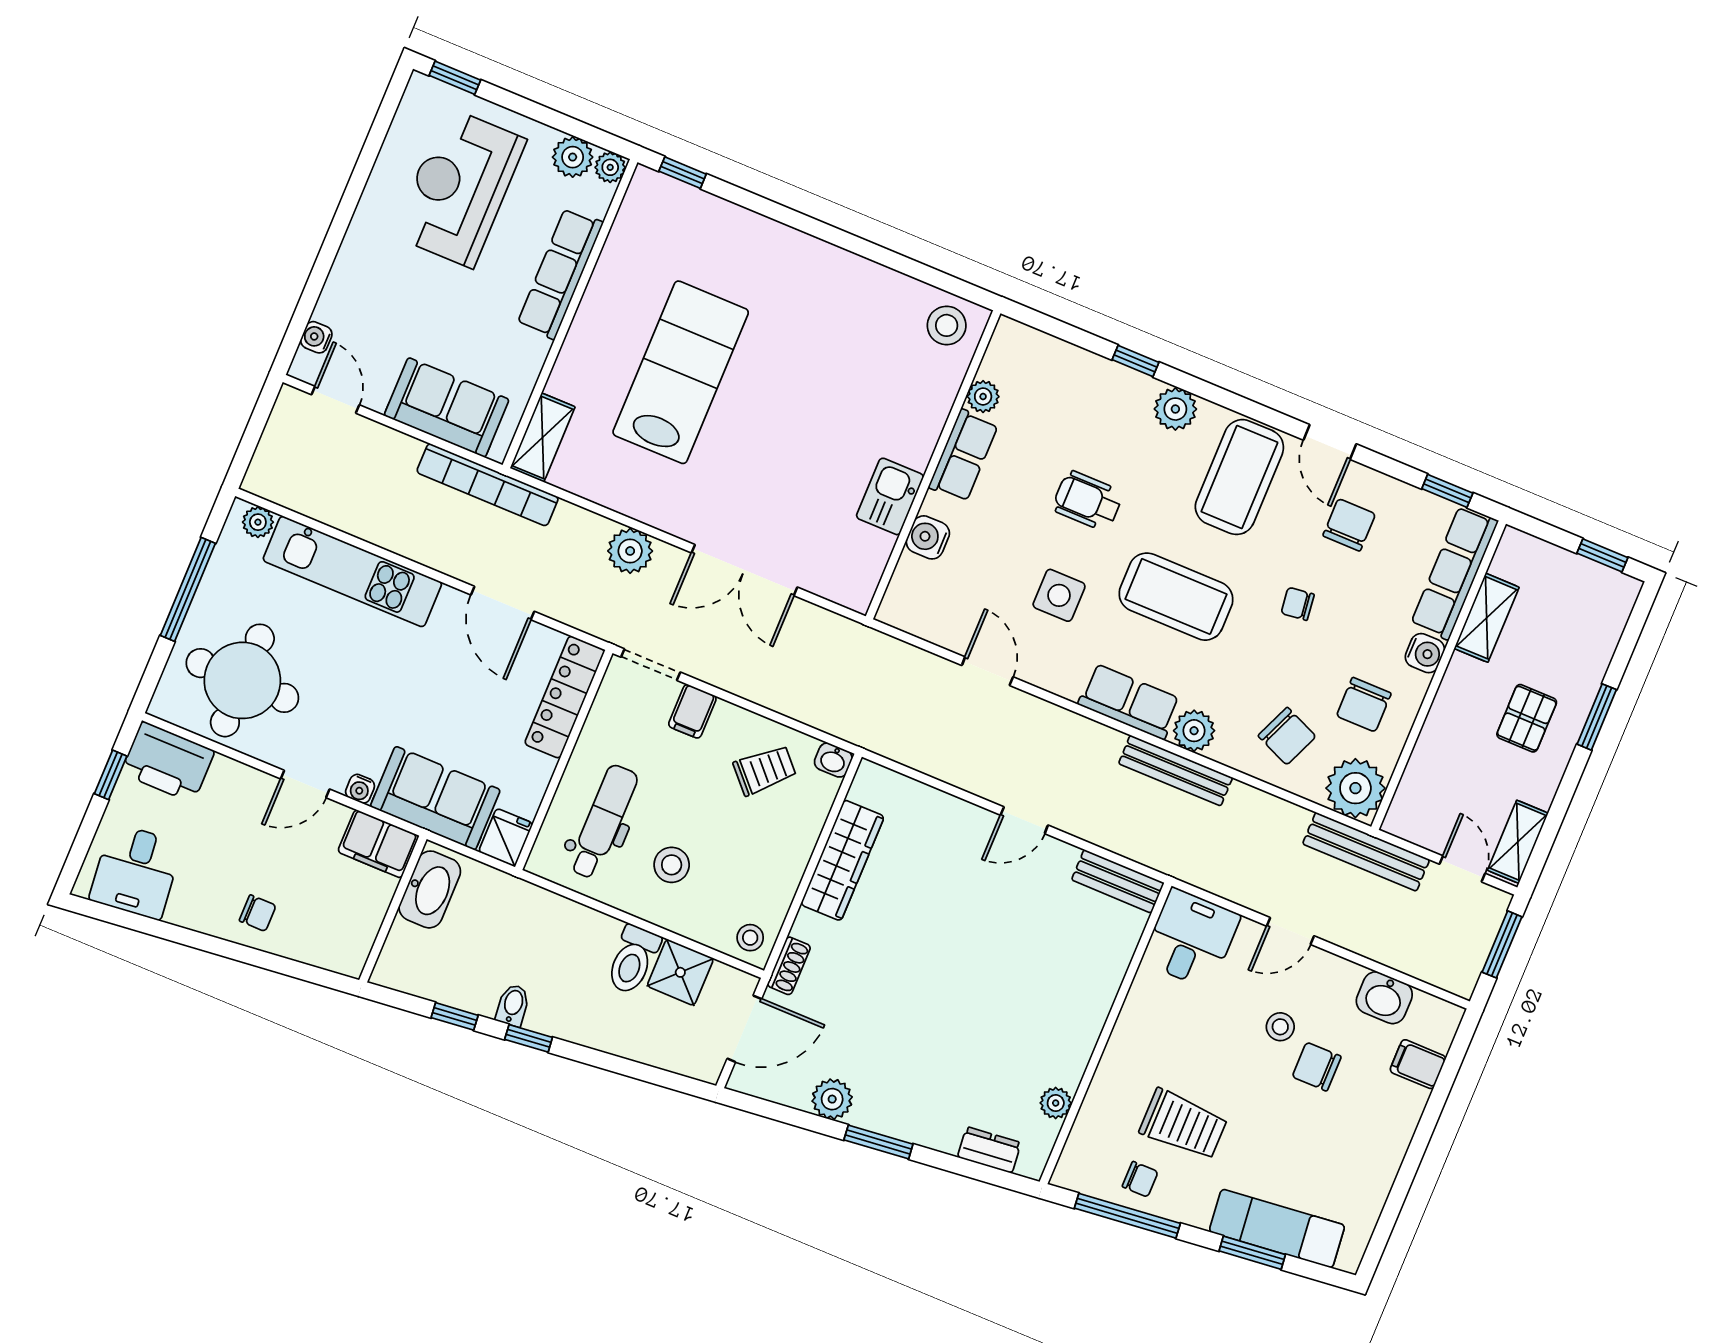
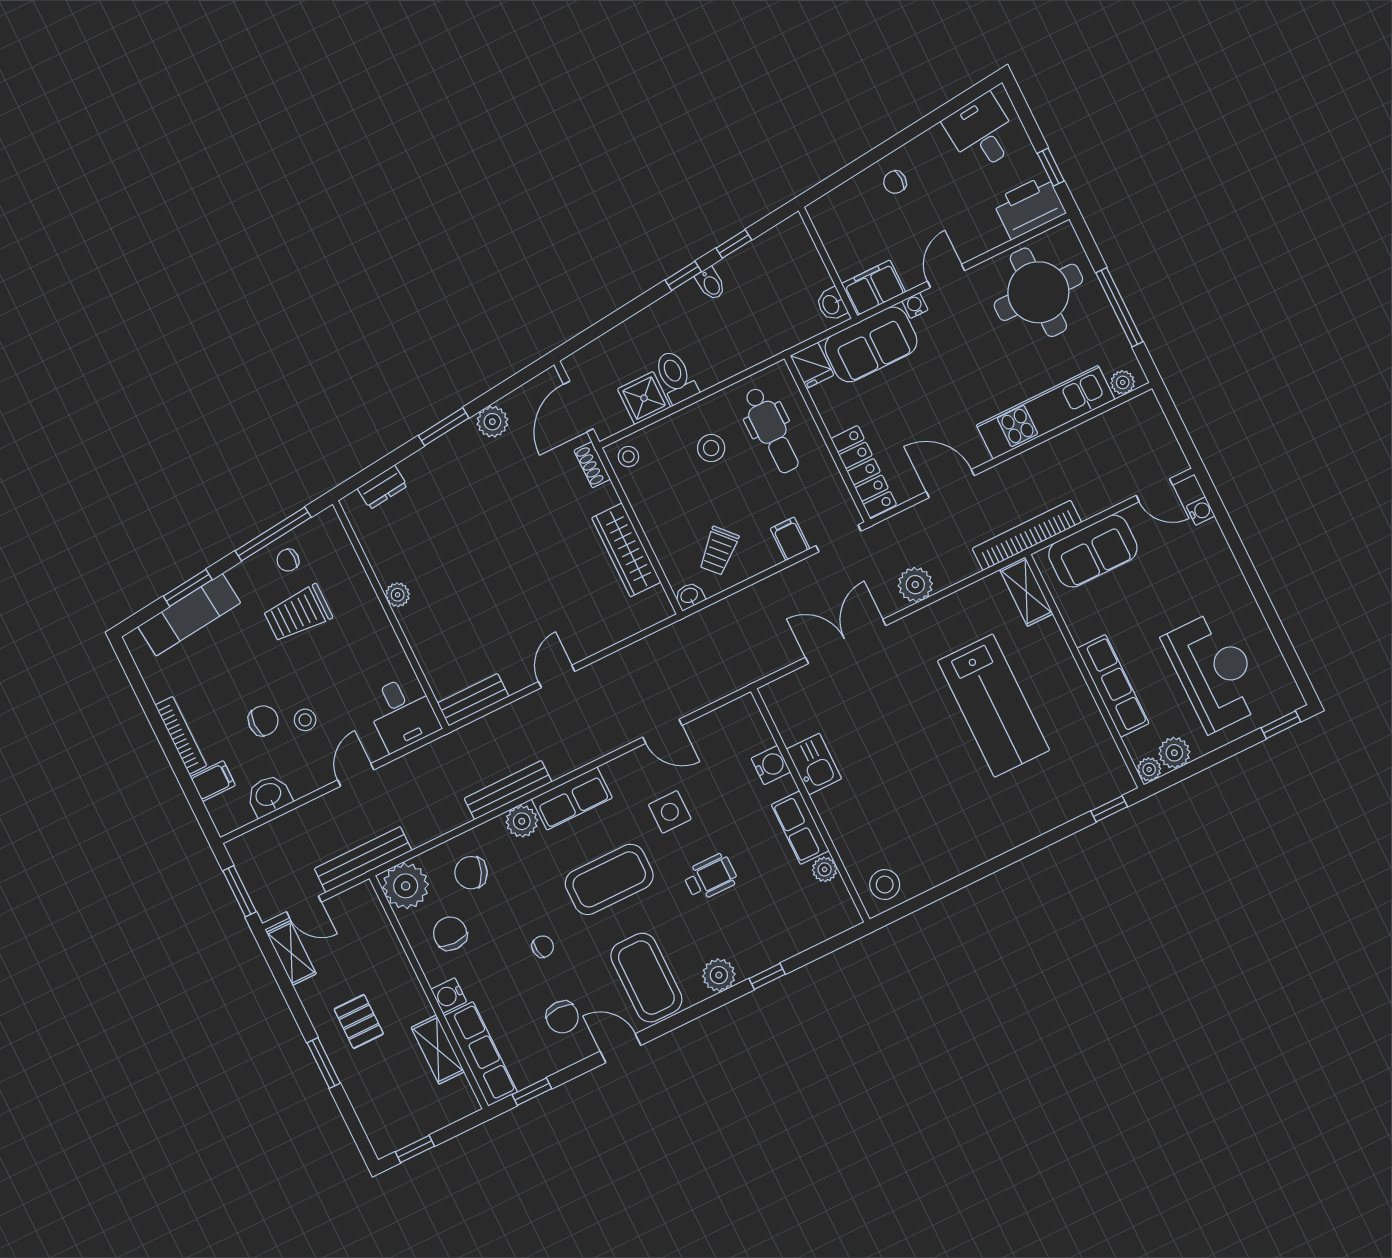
washbasin: (430, 889) -> (831, 304), width x0.52, depth x0.69
plant: (1056, 1103) -> (398, 595), moved
bookcase: (1401, 1134) -> (181, 735), added

